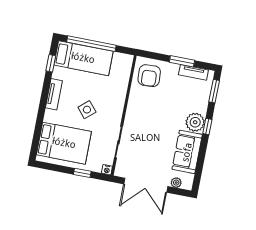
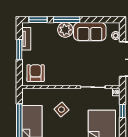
armchair: (149, 76) -> (36, 73), turned -87
side table: (87, 110) -> (61, 110), moved
window: (207, 126) -> (67, 20), width x2.17

